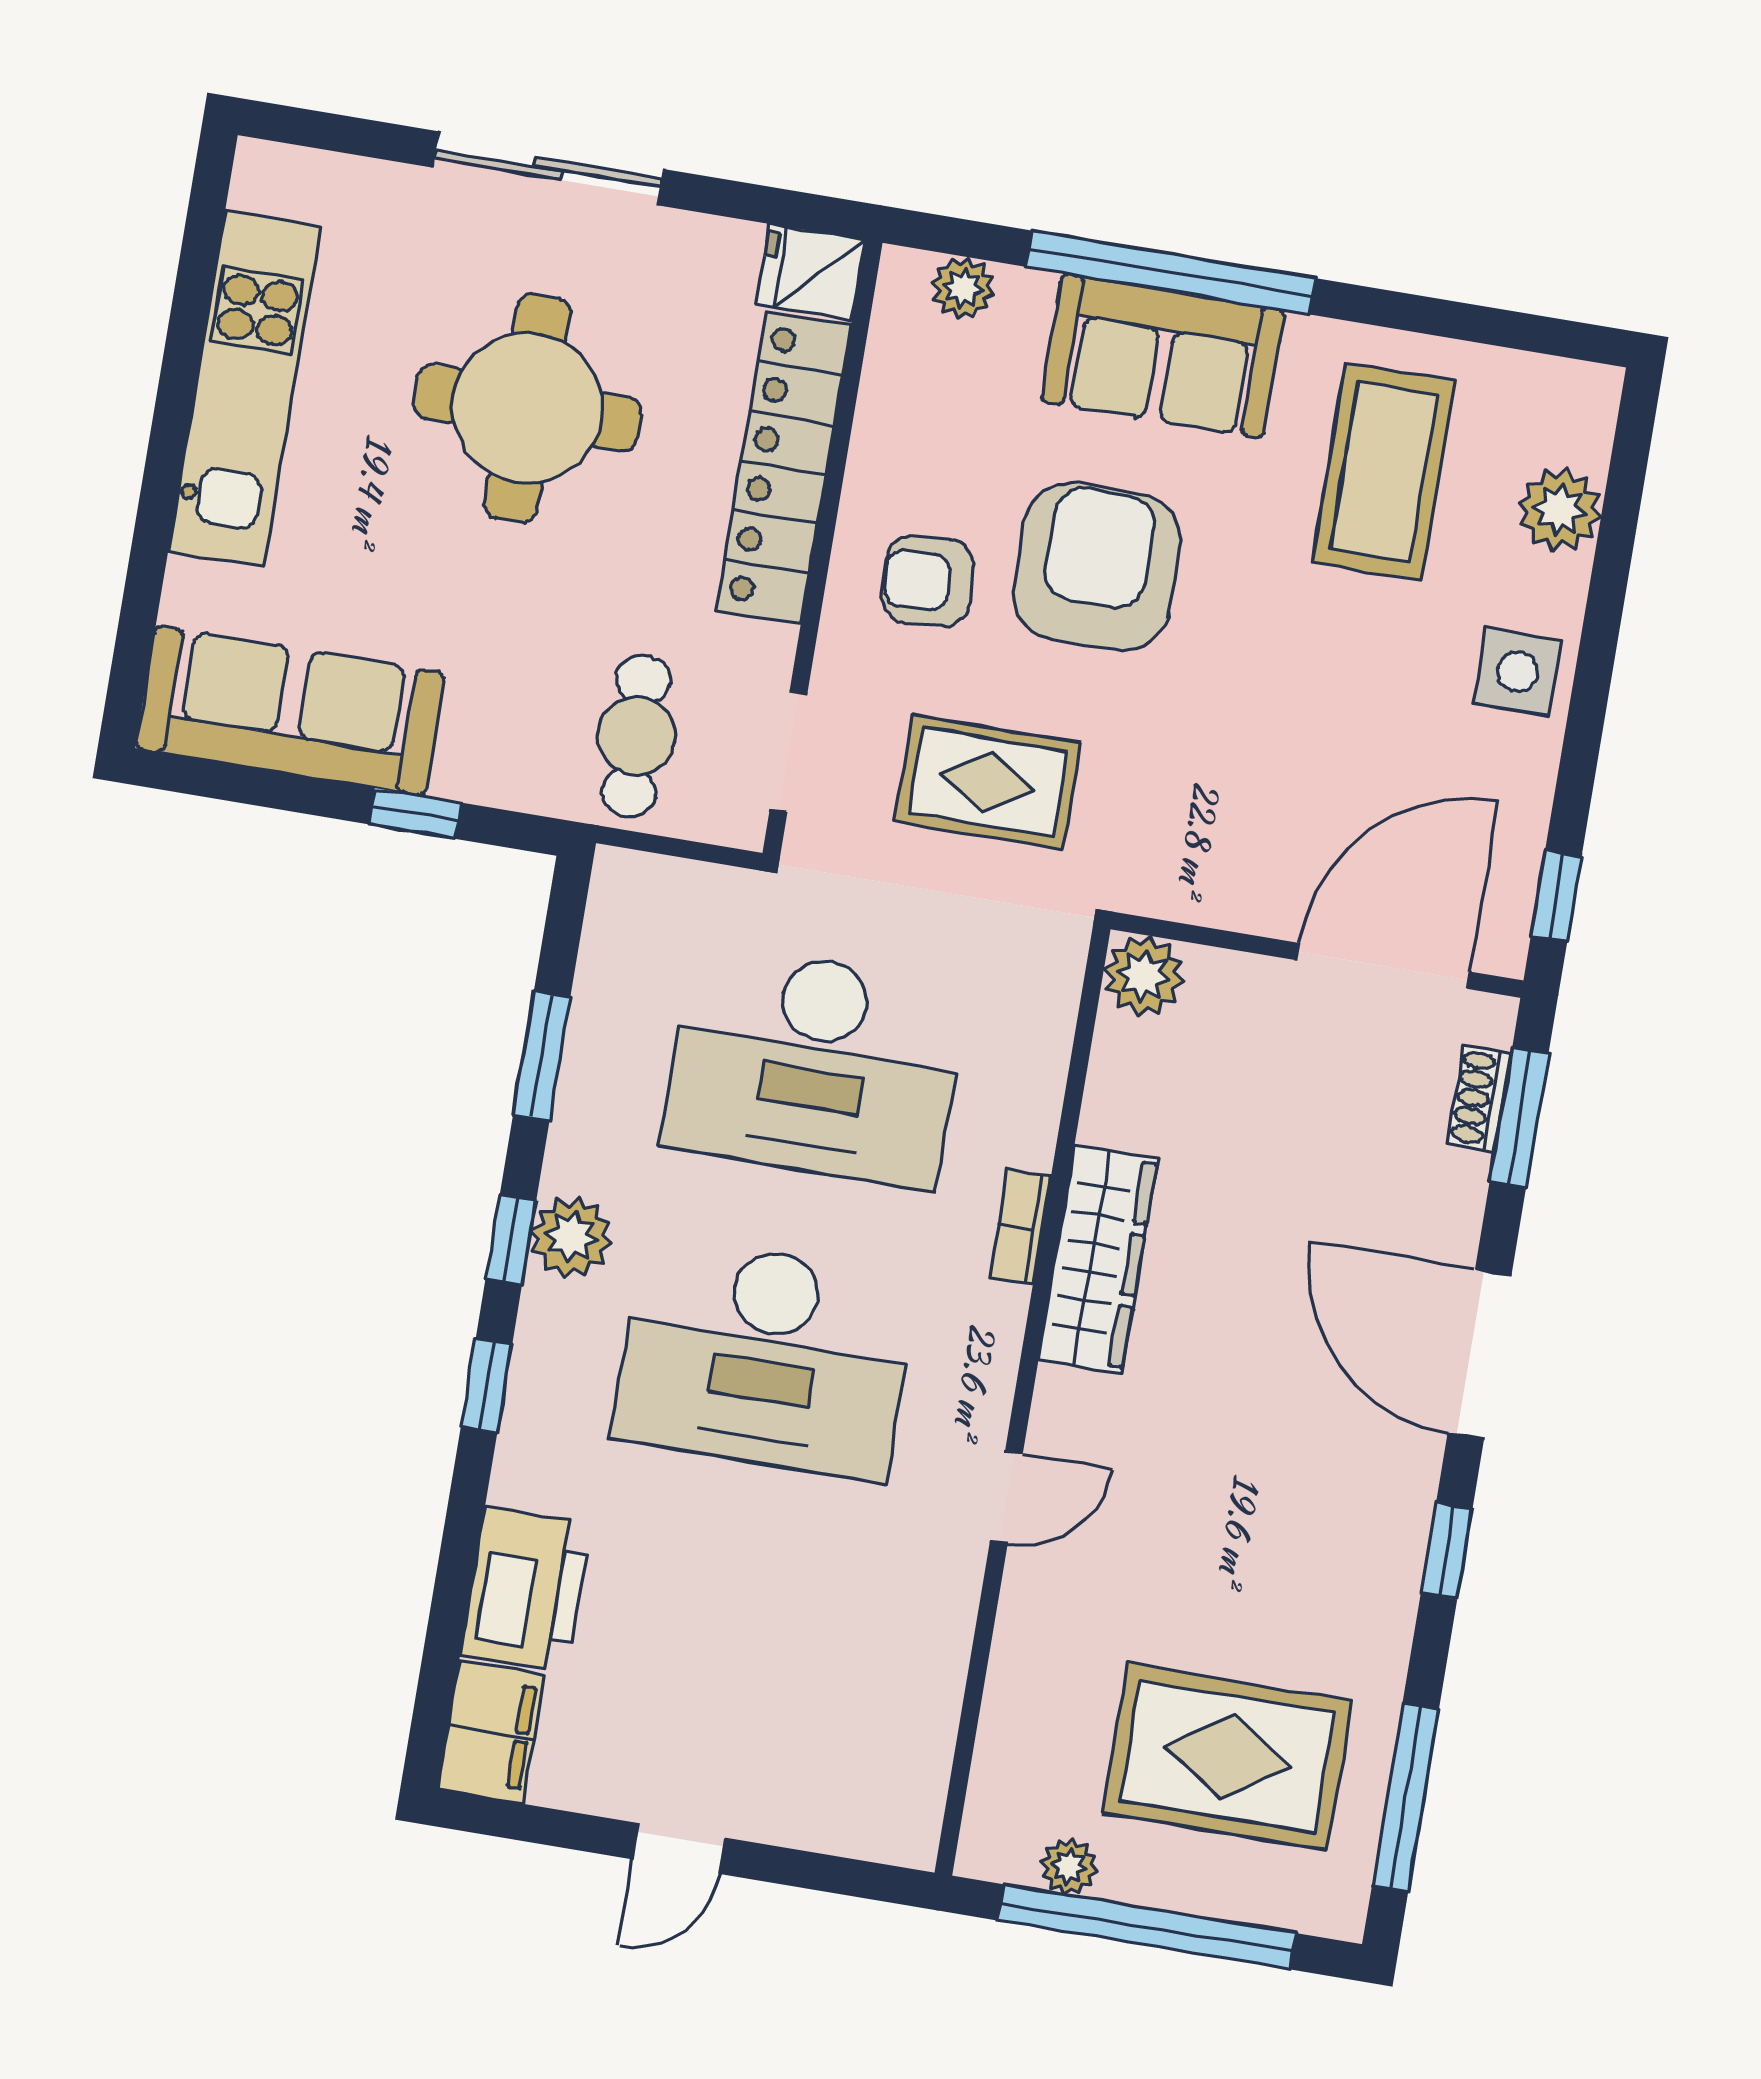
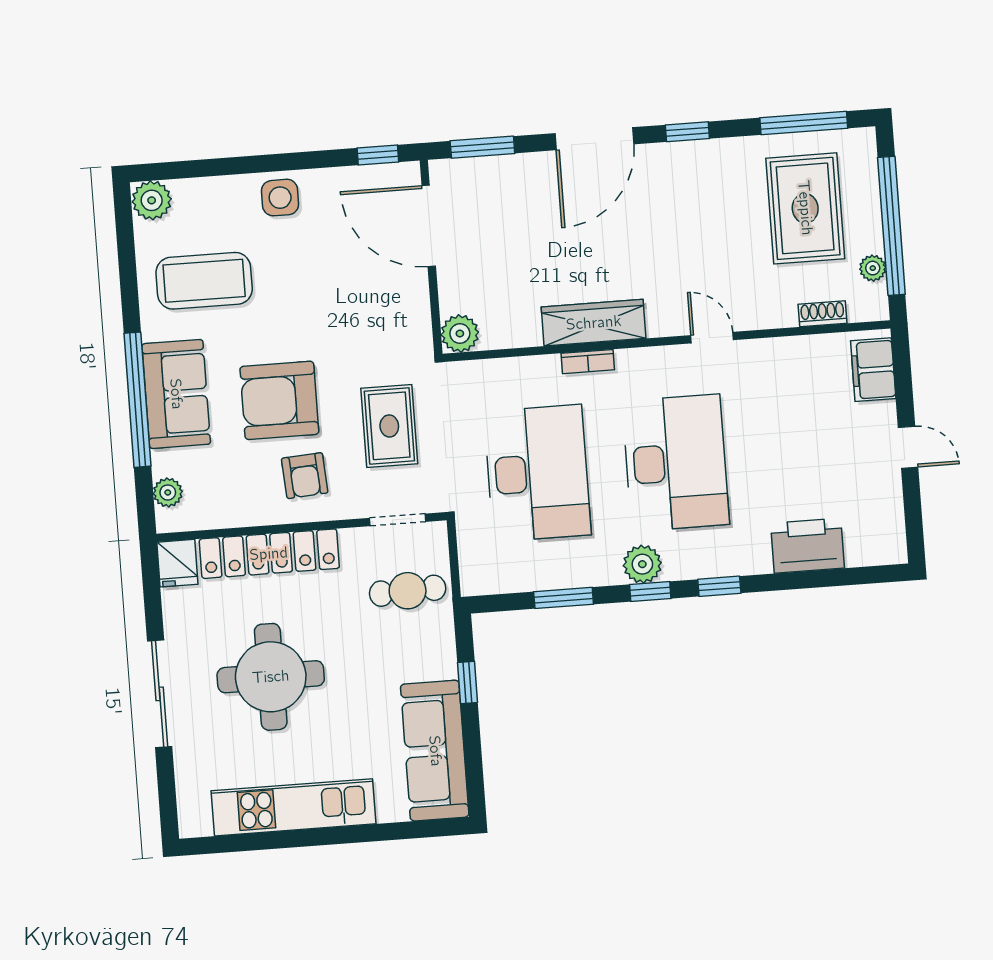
plant: (1560, 510) -> (152, 200), moved
shoe rack: (1479, 1099) -> (822, 314), moved, turned 180
filing cabinet: (491, 1732) -> (873, 370), moved, turned -90

